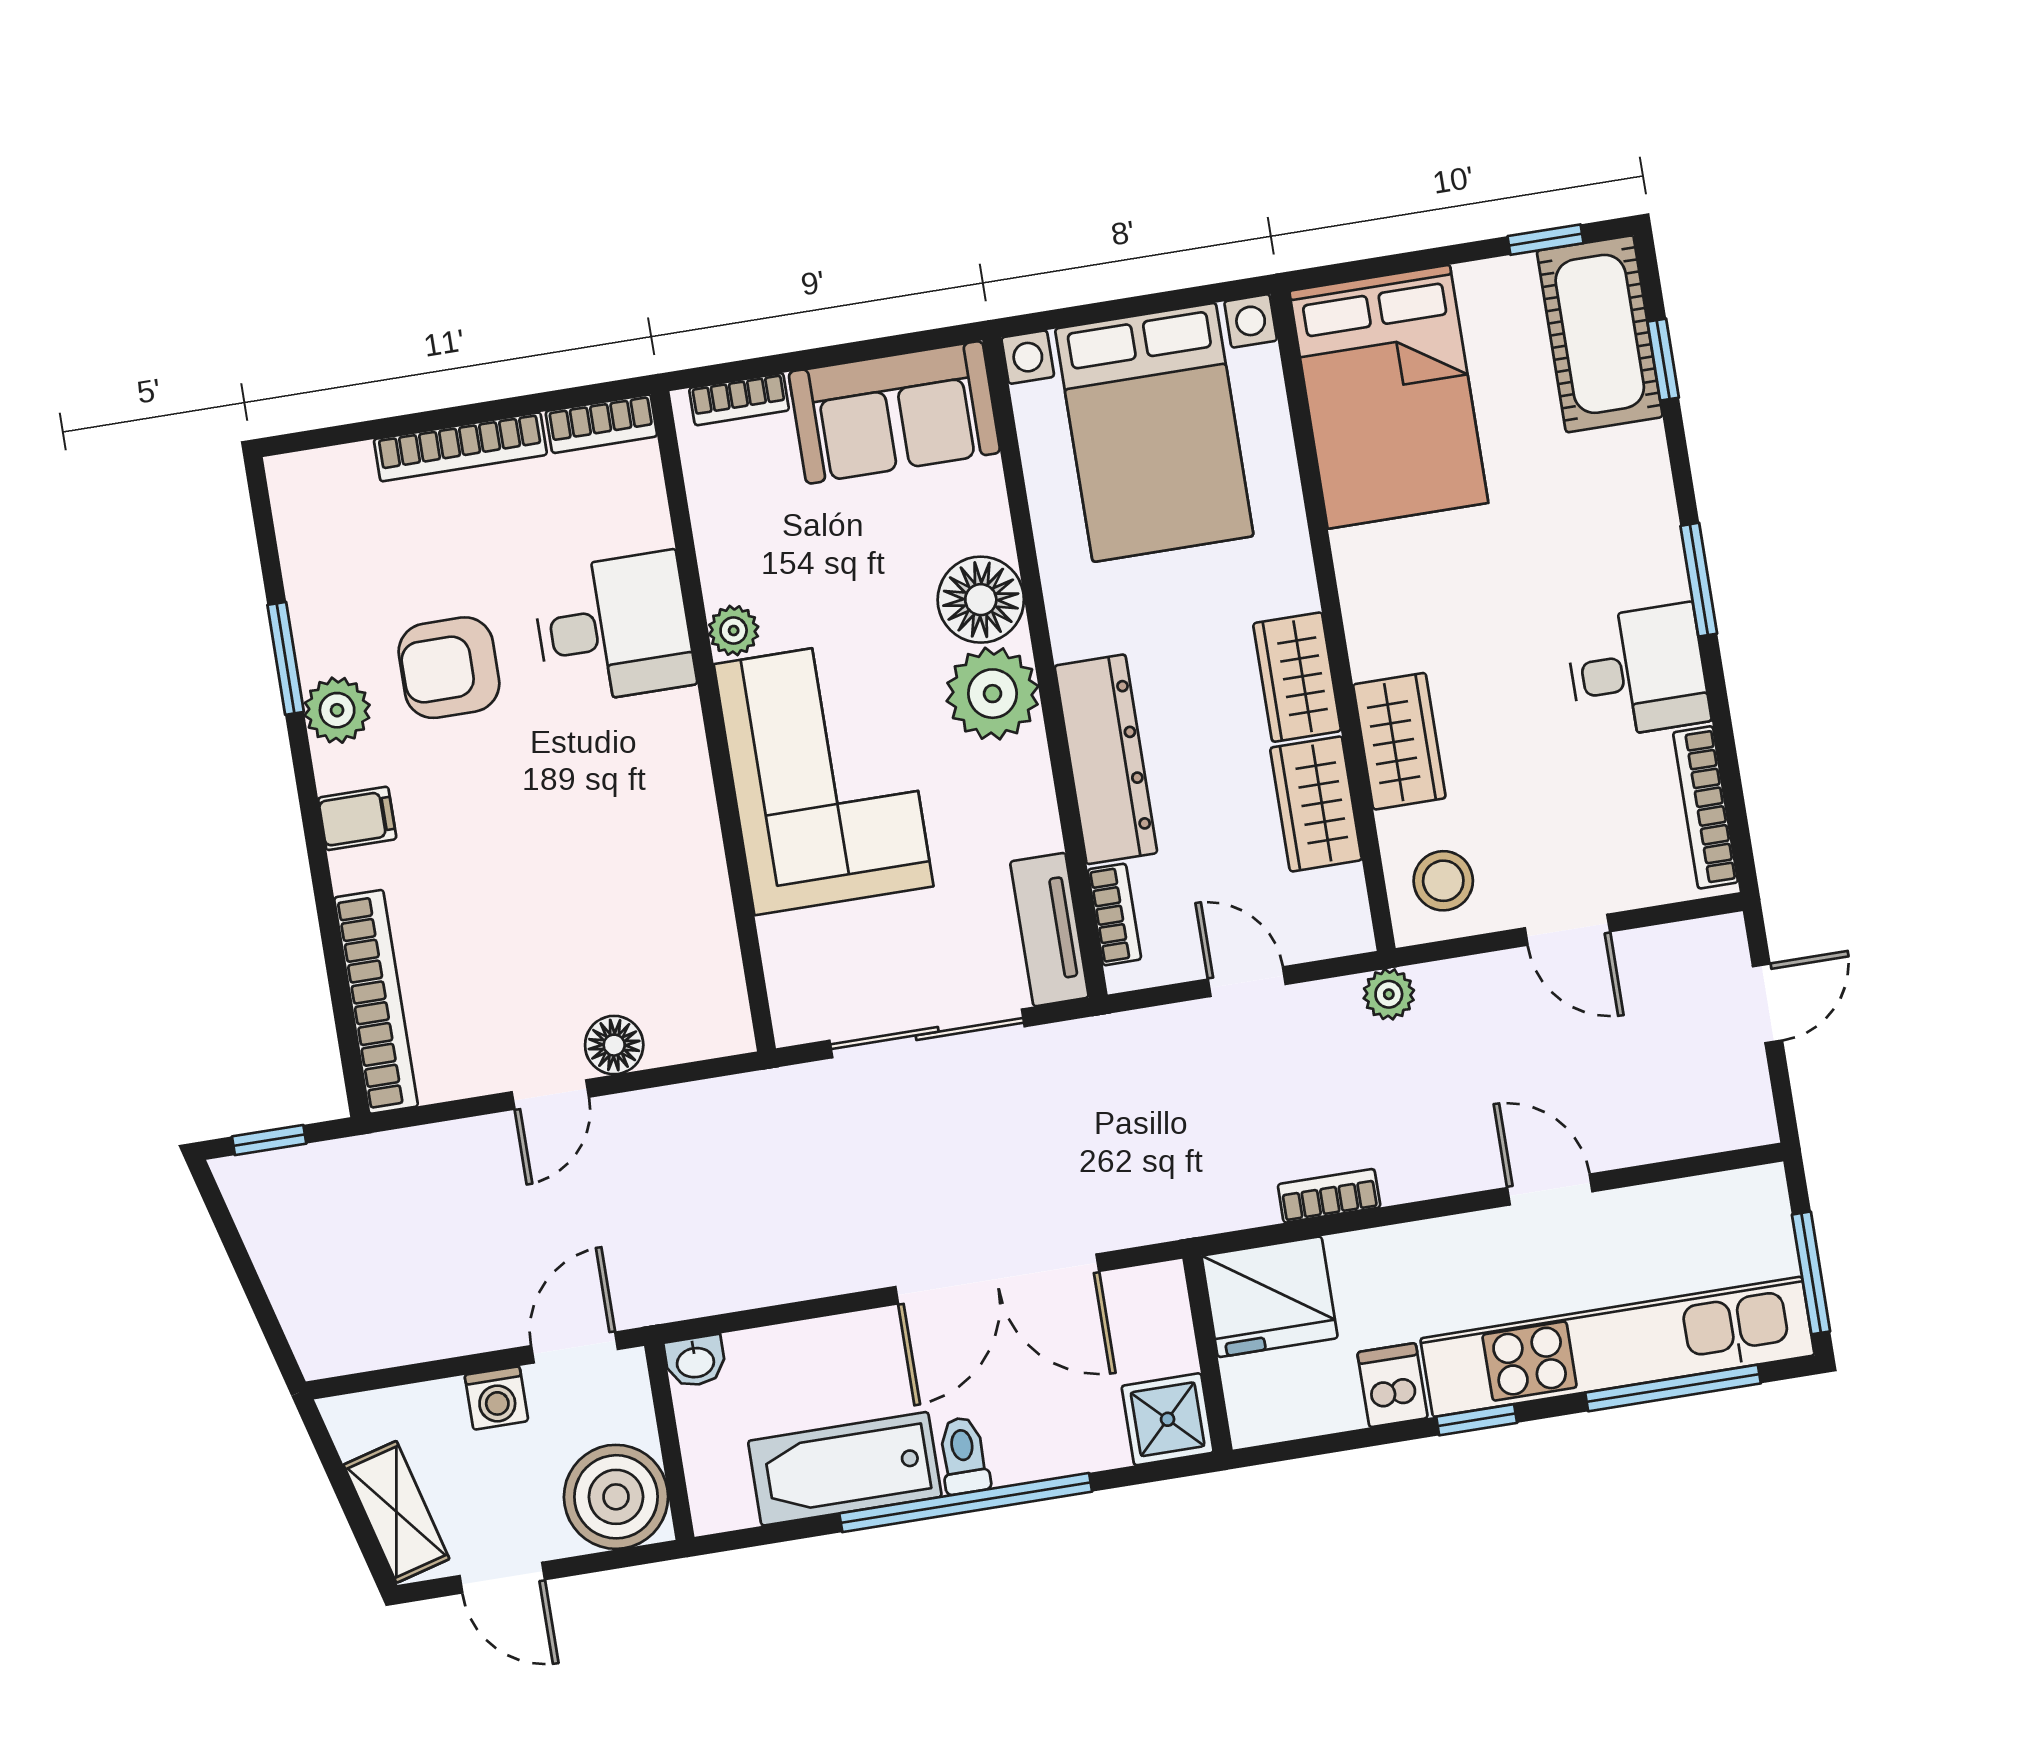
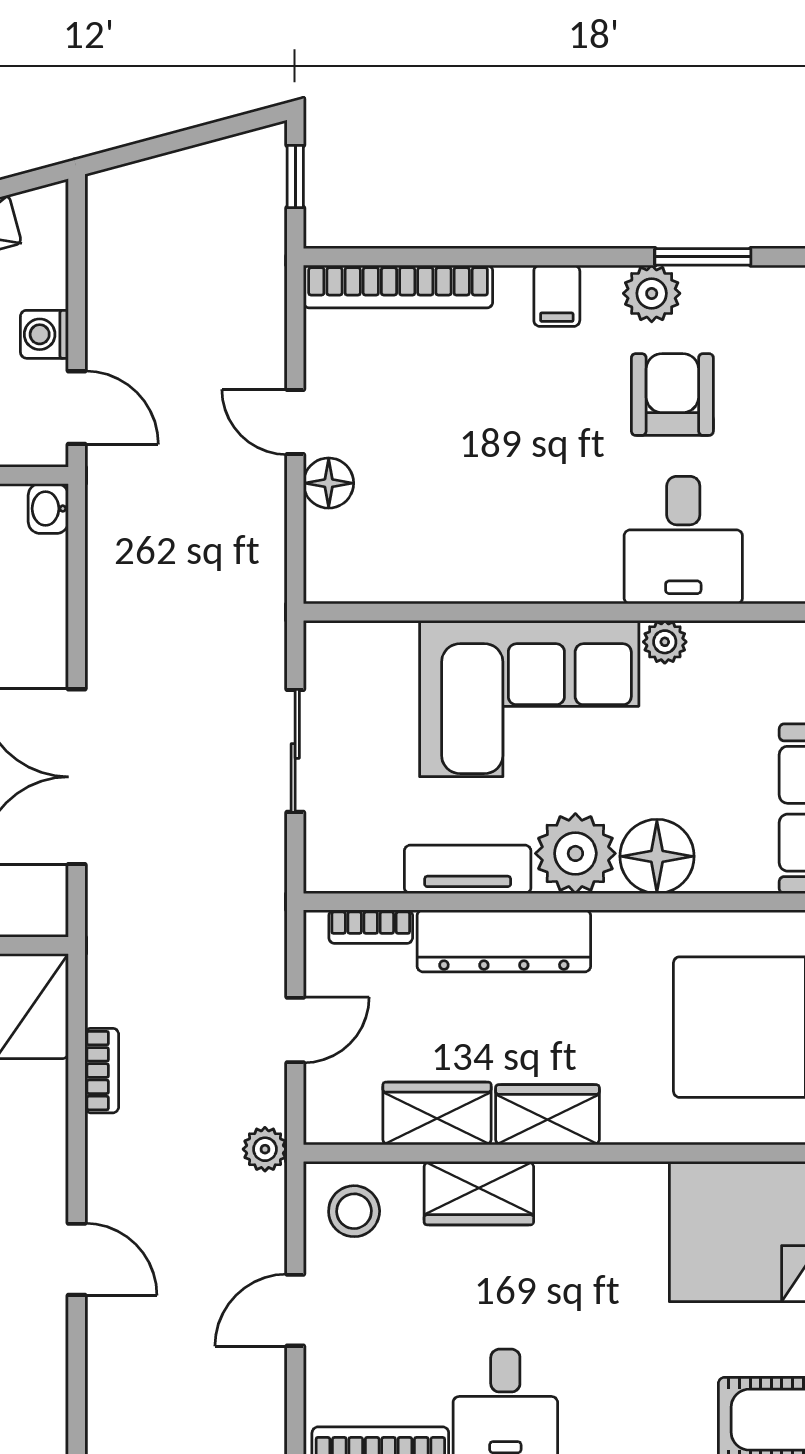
tv unit: (1049, 930) -> (468, 869), moved
sliding door: (927, 1033) -> (295, 751), width x0.73
door: (1550, 1190) -> (77, 1259), hinge flipped

